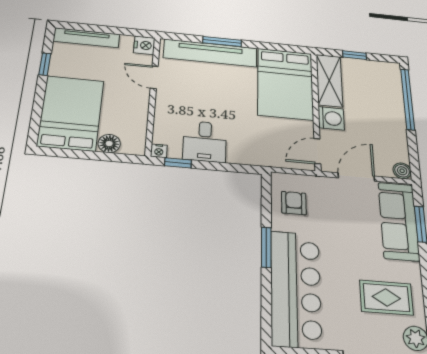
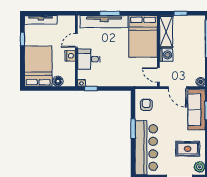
nightstand: (144, 45) -> (70, 56), moved
door: (154, 77) -> (76, 40), hinge flipped
desk: (205, 141) -> (89, 59), moved, turned 90
door: (317, 151) -> (158, 75), hinge flipped
door: (356, 177) -> (177, 88), swing flipped

